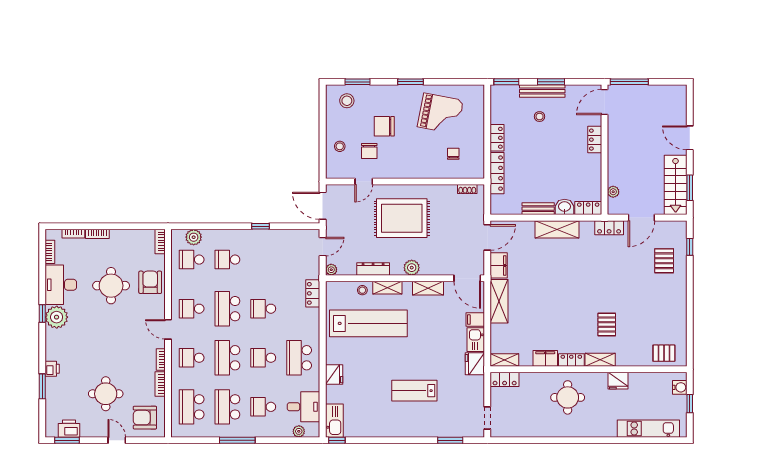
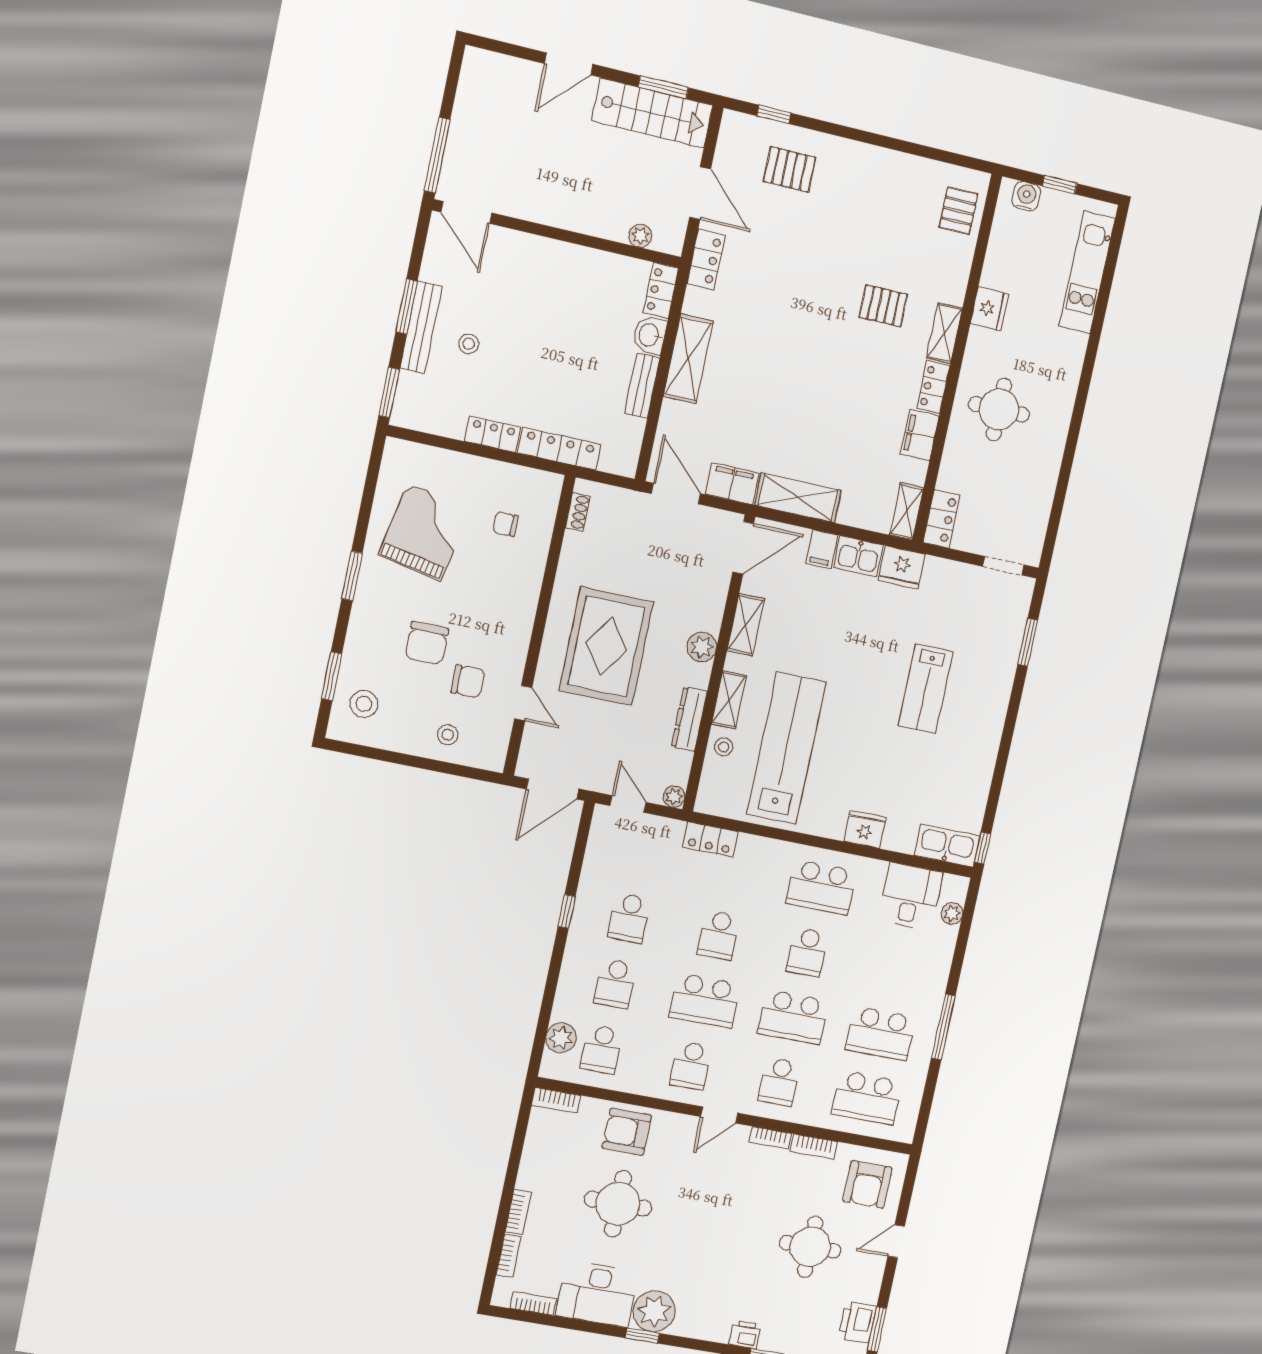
locker: (595, 140) -> (534, 248), removed
school desk: (263, 407) -> (629, 918), moved

